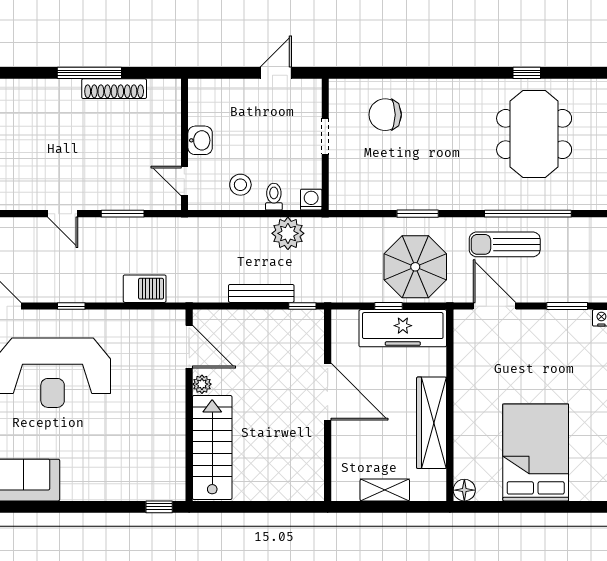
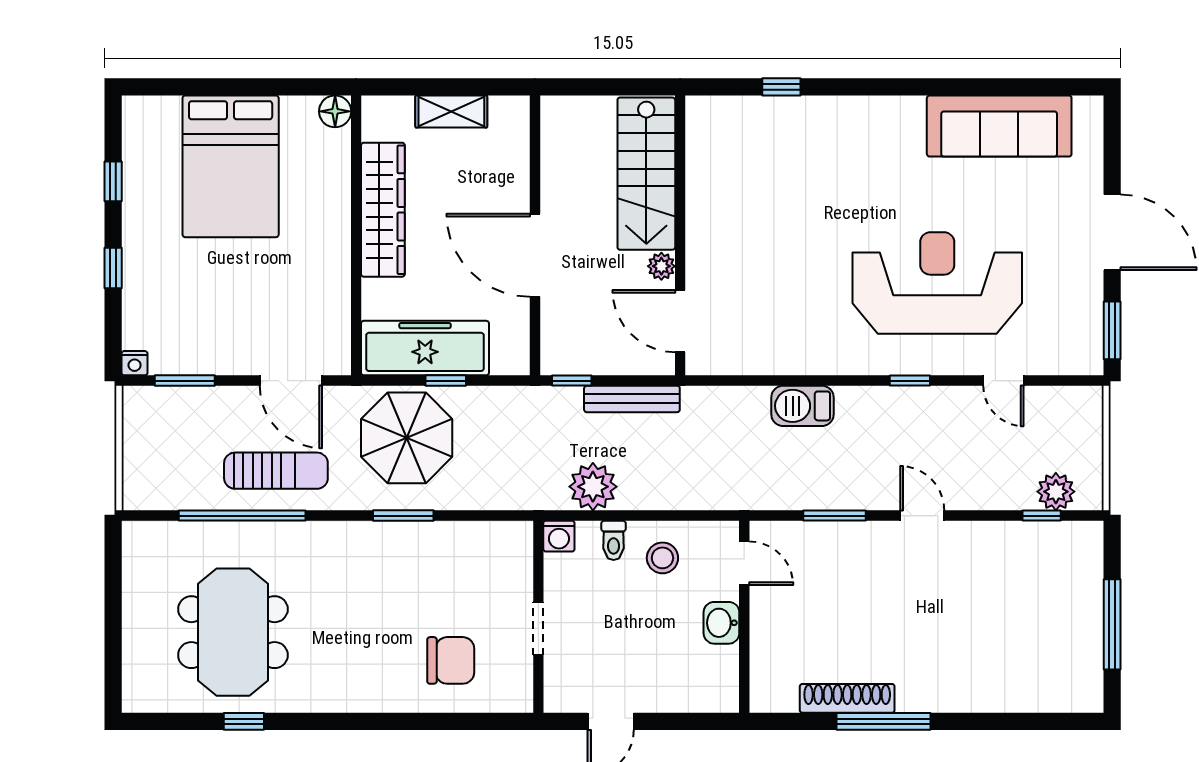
door: (189, 347) -> (680, 321), moved
plant: (202, 384) -> (661, 266), moved
wall: (189, 405) -> (680, 235), moved
stairs: (212, 448) -> (646, 174), moved

